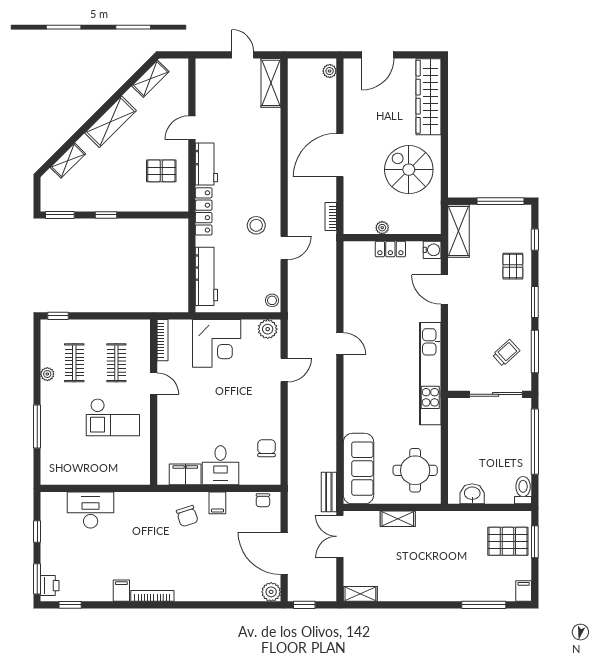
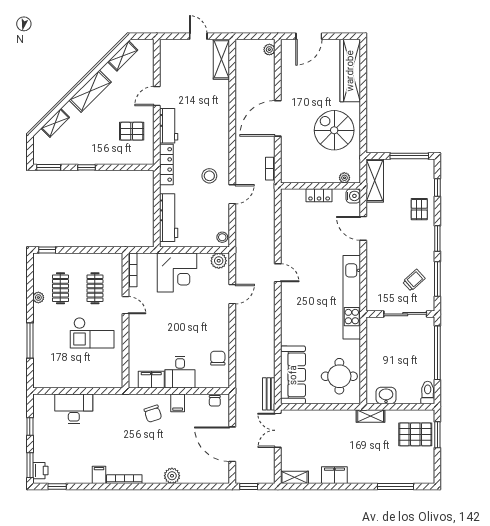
plant: (382, 228) -> (344, 178), moved
shelving: (398, 519) -> (371, 416), moved
filing cabinet: (524, 591) -> (334, 475), moved, width x2.00
plant: (271, 592) -> (172, 476), moved

